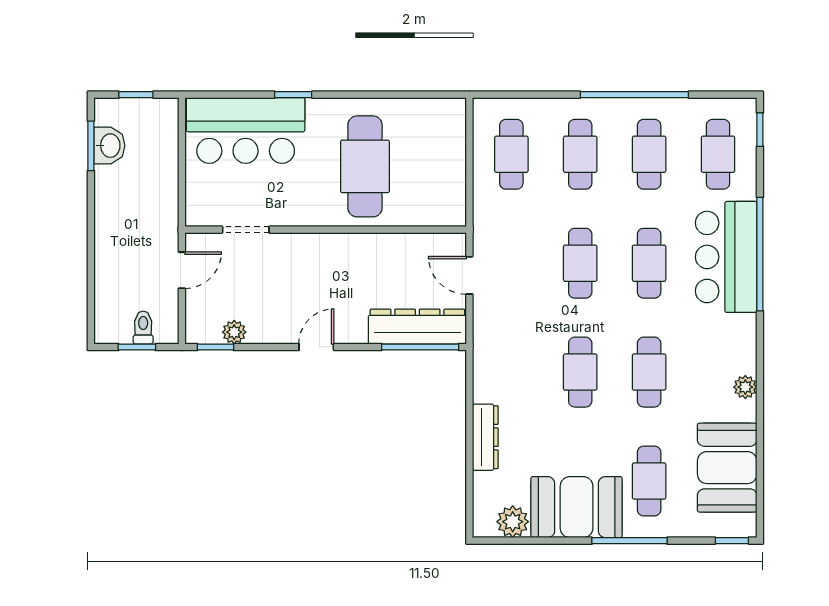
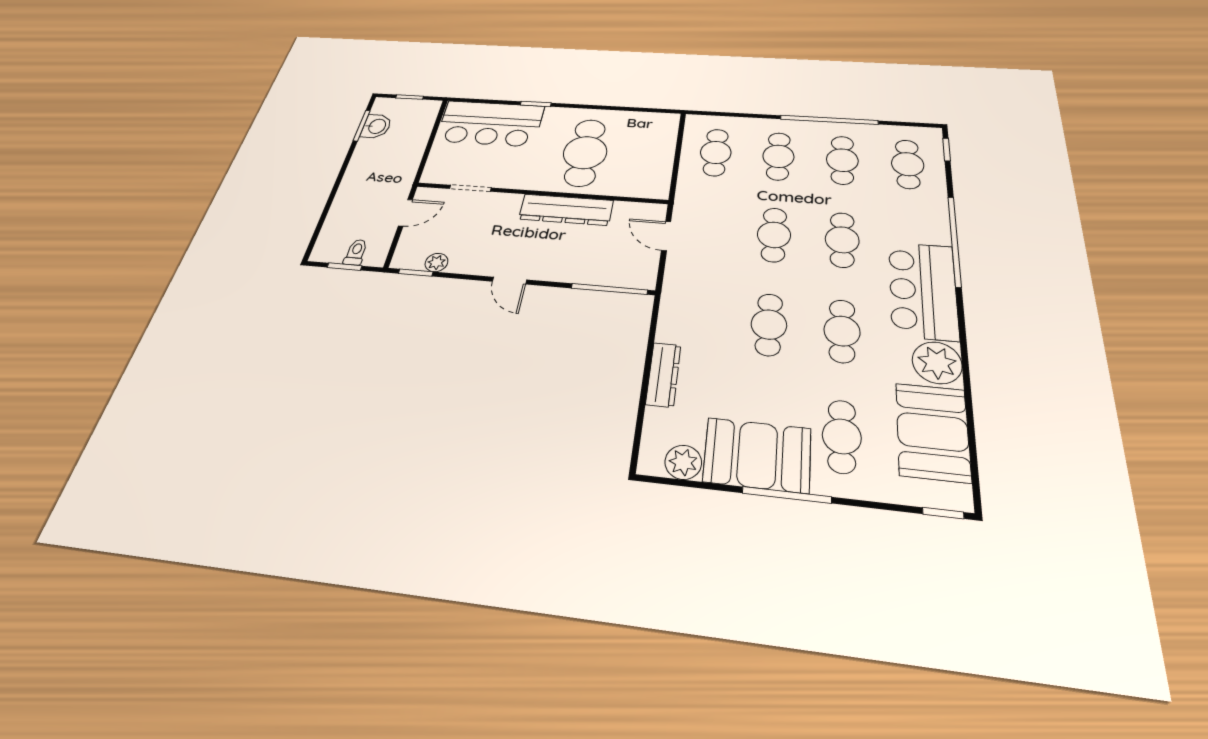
bar counter: (726, 257) -> (923, 290), moved
dresser: (417, 327) -> (566, 210), moved, turned 180
door: (316, 347) -> (509, 281), swing flipped
plant: (745, 387) -> (937, 363), width x1.87, depth x1.87
window: (630, 541) -> (787, 495), moved

